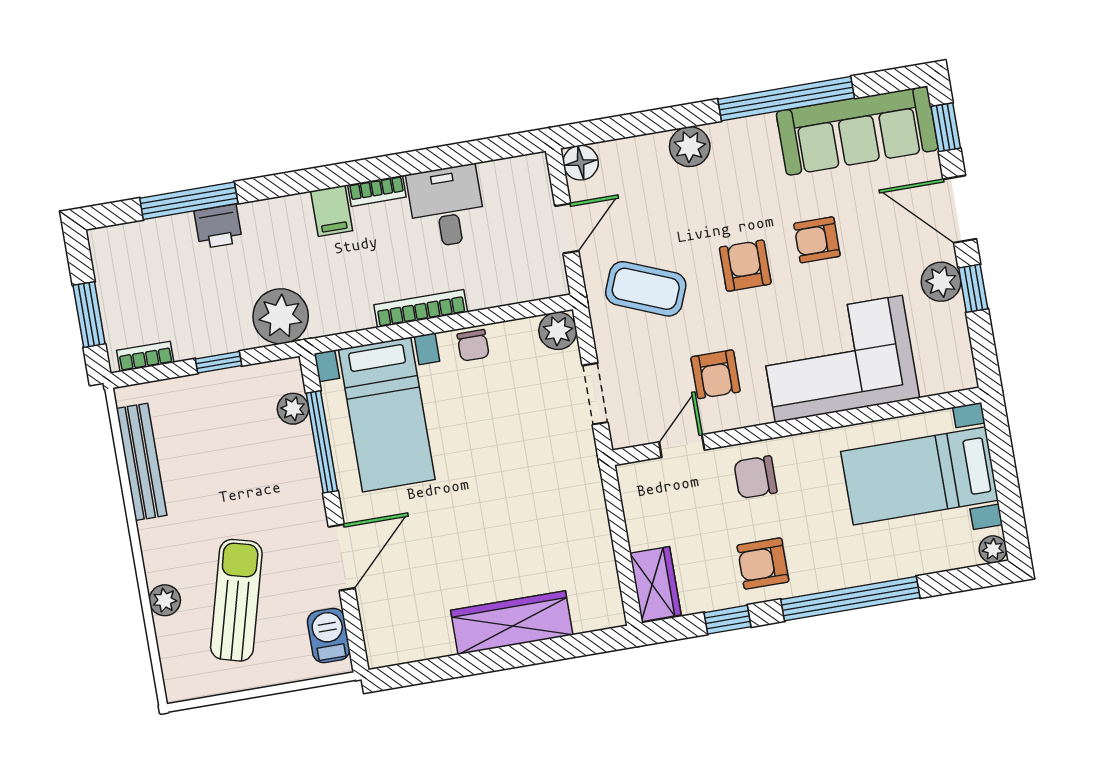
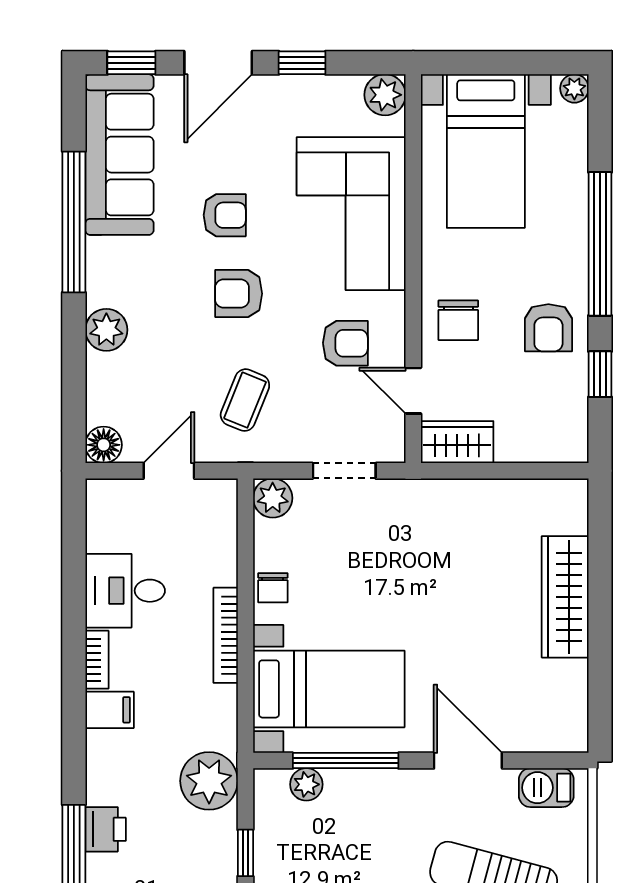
door: (567, 228) -> (169, 471), hinge flipped
armchair: (817, 240) -> (225, 215), turned -90
plant: (941, 282) -> (385, 95), moved
coffee table: (646, 289) -> (245, 400), width x0.73, depth x0.77
chair: (473, 345) -> (273, 588), turned 90
wardrobe: (655, 584) -> (457, 442), moved

